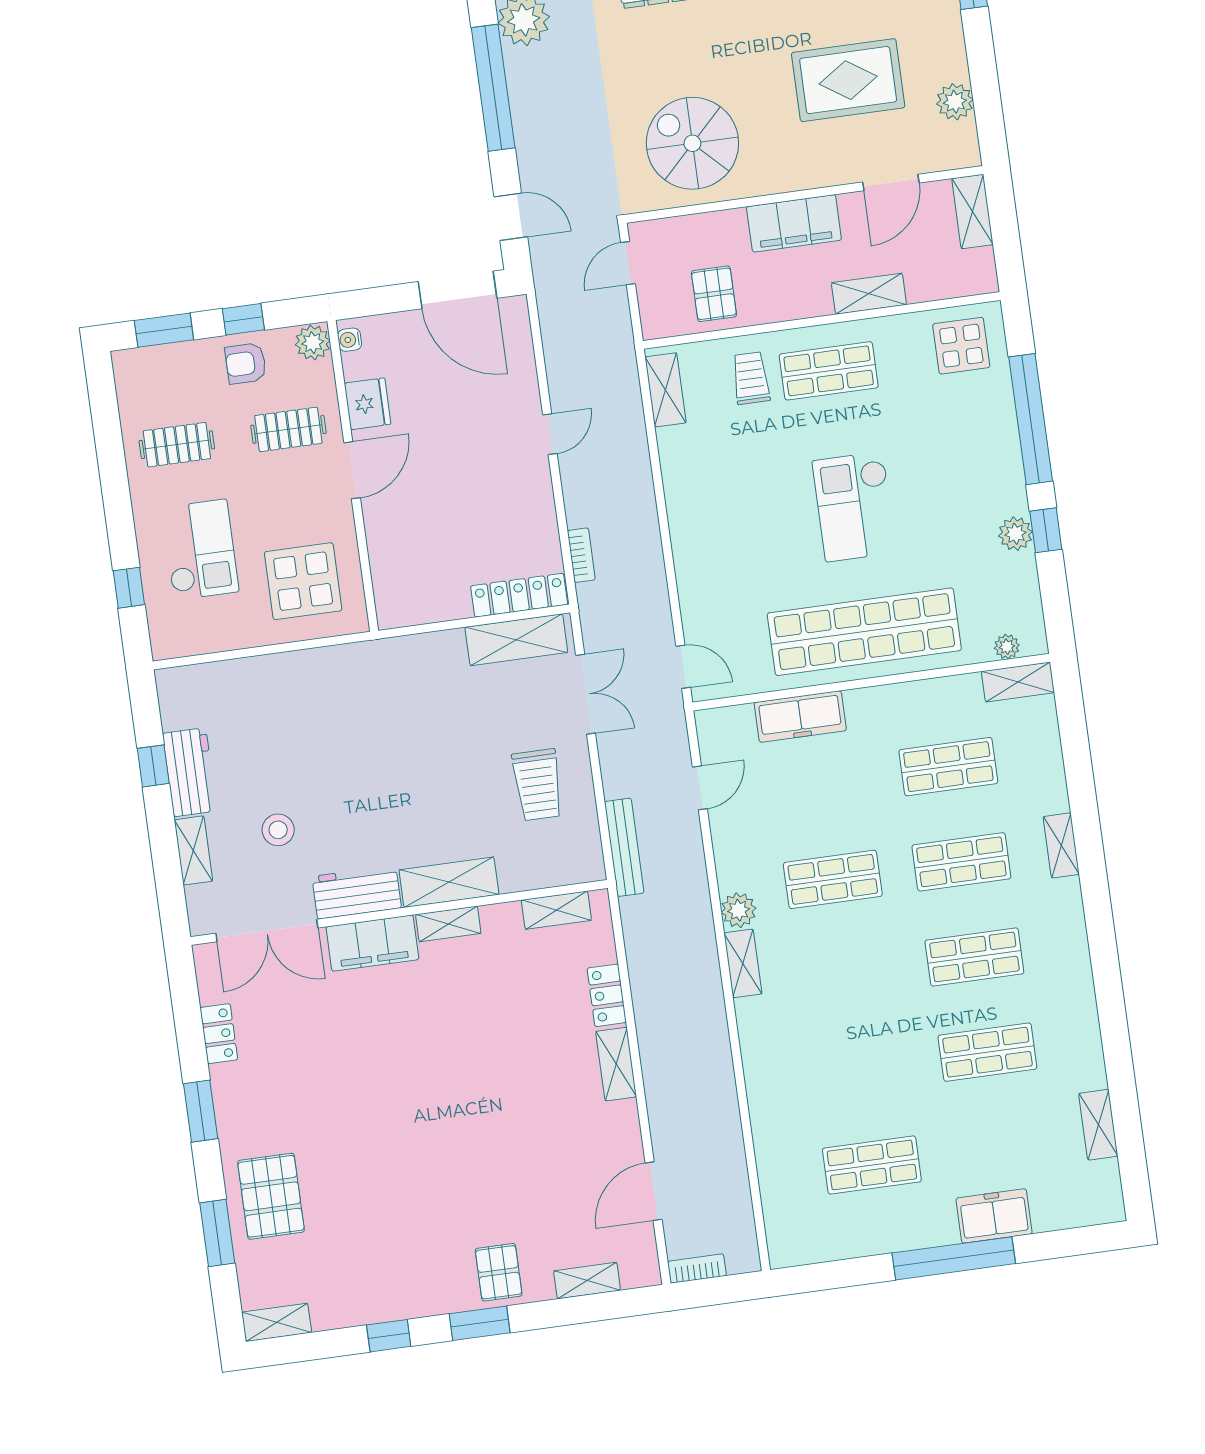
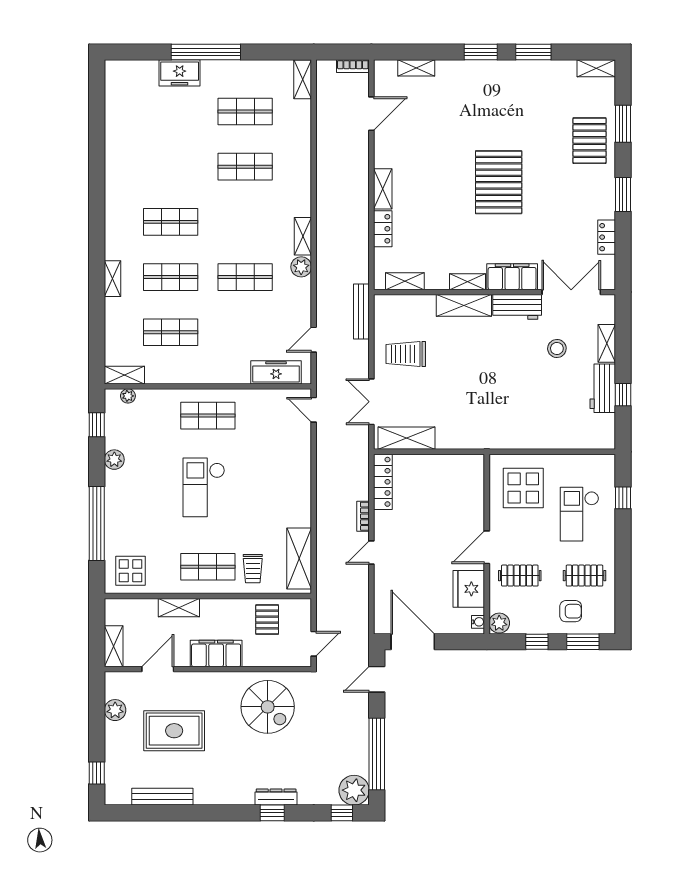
door: (511, 217) -> (377, 679), hinge flipped
armchair: (246, 363) -> (571, 611), moved
shelving: (666, 390) -> (299, 558), width x1.50, depth x1.33
fridge: (368, 404) -> (469, 589), width x1.36, depth x1.34
checkout: (855, 507) -> (204, 487), turned 180
window: (1046, 530) -> (97, 425), moved
bookcase: (581, 555) -> (363, 516), moved
locker: (519, 595) -> (383, 482), moved, turned -90
shop shelf: (864, 632) -> (208, 416), width x0.50, depth x0.74
freezer: (800, 716) -> (276, 372), moved
trolley: (538, 785) -> (406, 354), turned -90
shop shelf: (987, 1052) -> (245, 167), moved
shelving: (1098, 1125) -> (303, 79), moved
pallet: (499, 1272) -> (499, 182), moved, width x2.05, depth x2.00
window: (389, 1336) -> (533, 52), width x1.50

